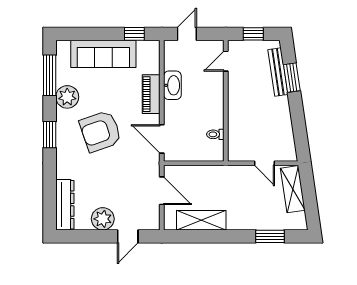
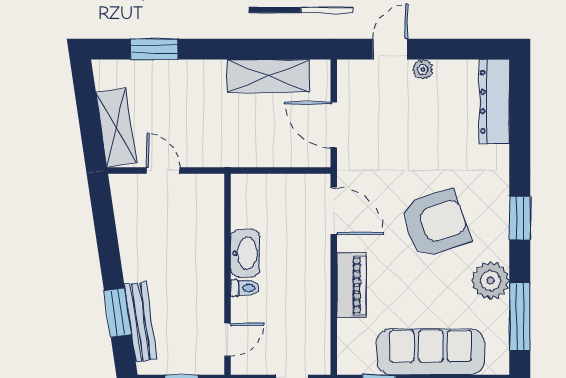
washbasin: (172, 85) -> (245, 253), moved, turned 180
toilet: (215, 134) -> (245, 288), moved
plant: (103, 219) -> (423, 69), width x0.53, depth x0.53

